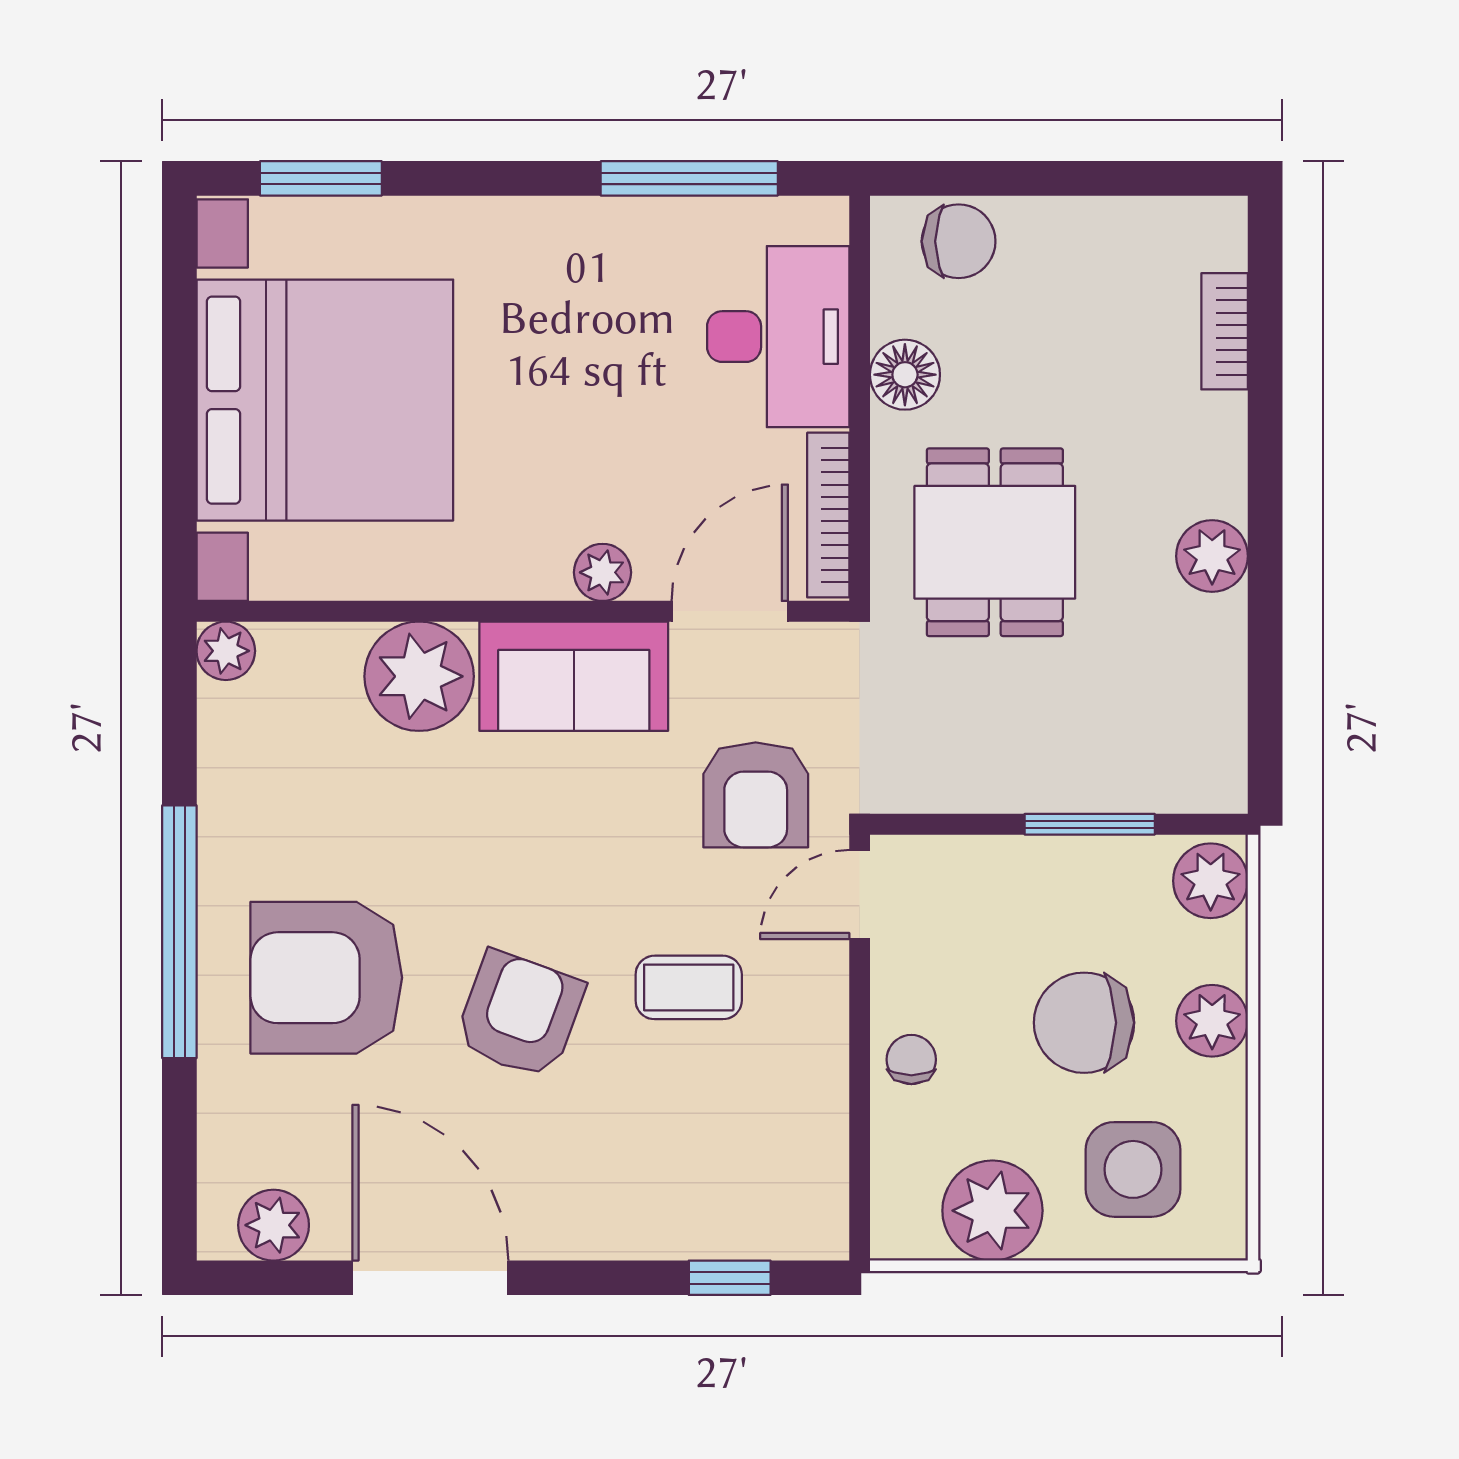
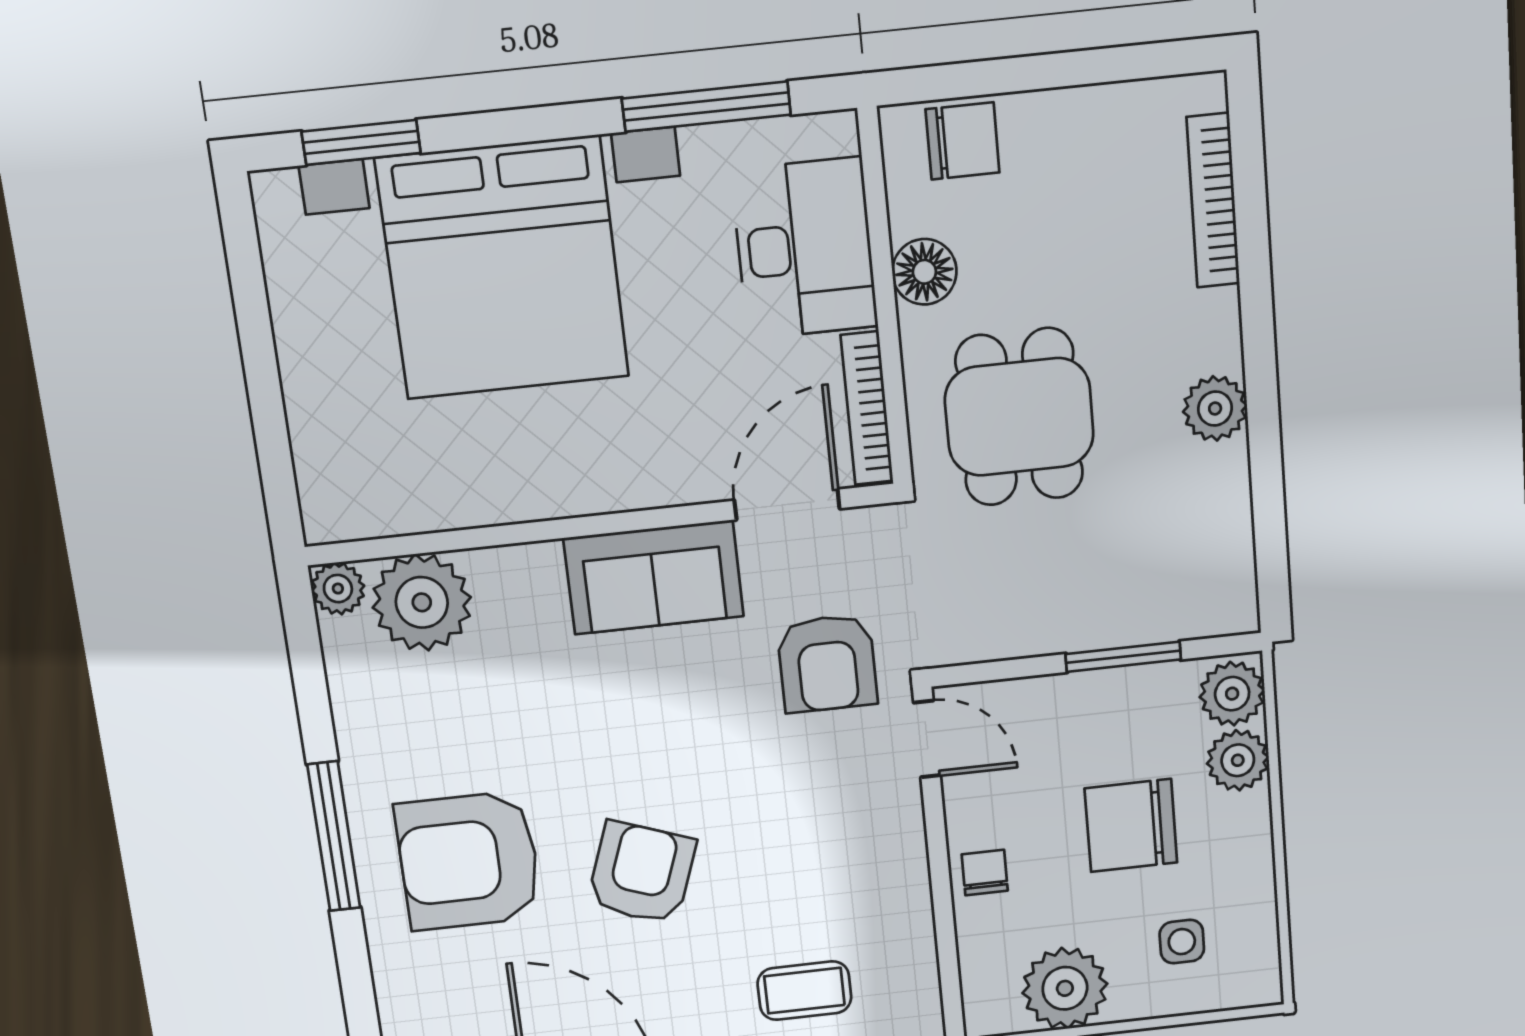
bookcase: (1225, 331) -> (1213, 201), width x1.56
bed with nightstands: (325, 400) -> (503, 268), moved, turned 90
plant: (603, 572) -> (669, 482), removed
plant: (419, 676) -> (422, 602), moved
door: (860, 895) -> (927, 739), swing flipped
window: (179, 932) -> (334, 836), width x0.68
coffee table: (689, 987) -> (804, 991), moved
plant: (1212, 1021) -> (1238, 760), moved
side table: (1133, 1169) -> (1182, 942), width x0.54, depth x0.54

